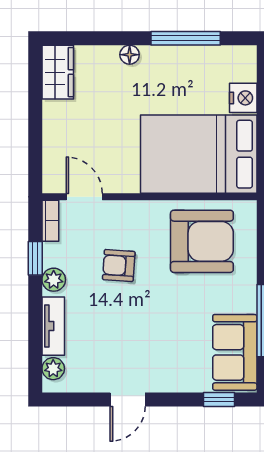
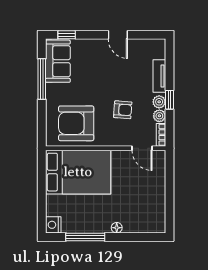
wardrobe: (58, 72) -> (157, 218), removed
nightstand: (243, 98) -> (53, 225), moved
window: (35, 258) -> (169, 100), moved
plant: (53, 369) -> (159, 116), moved
door: (128, 399) -> (118, 35), swing flipped

